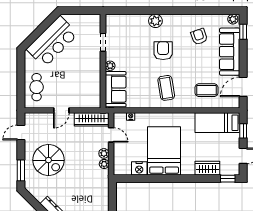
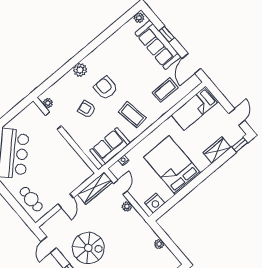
window: (243, 32) -> (167, 34), moved
armchair: (199, 37) -> (87, 109), moved
plant: (110, 66) -> (48, 103), moved
sofa: (116, 89) -> (110, 147), moved, turned -90
window: (243, 131) -> (220, 98), removed
door: (111, 135) -> (120, 187), hinge flipped
plant: (104, 164) -> (159, 244), moved
nightstand: (139, 168) -> (155, 203), moved

